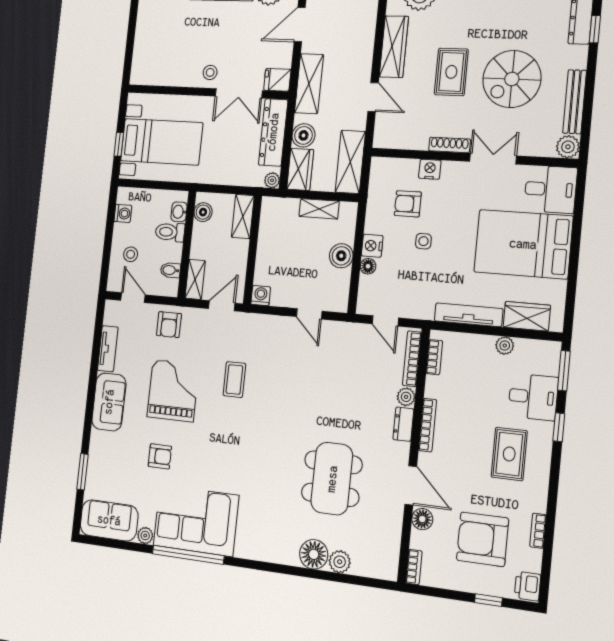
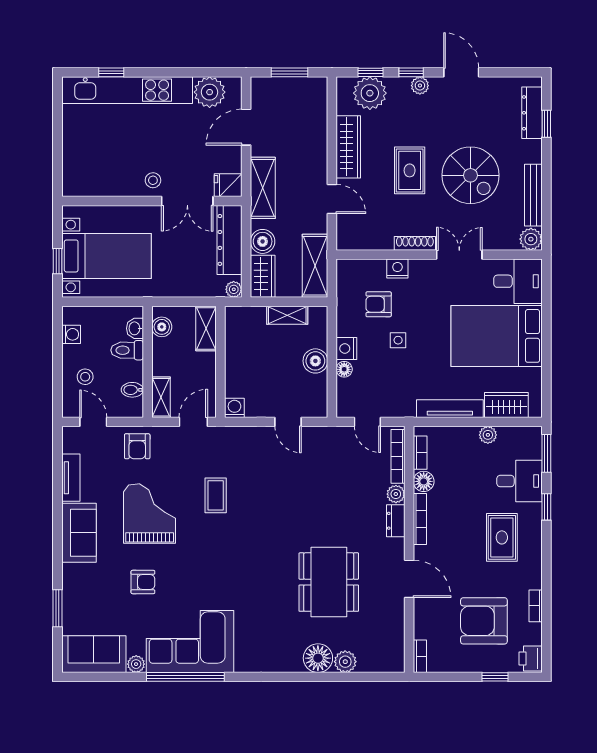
spiral stairs: (512, 79) -> (470, 175), turned -90
floor lamp: (422, 519) -> (424, 481), moved

